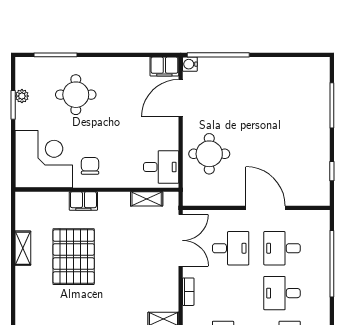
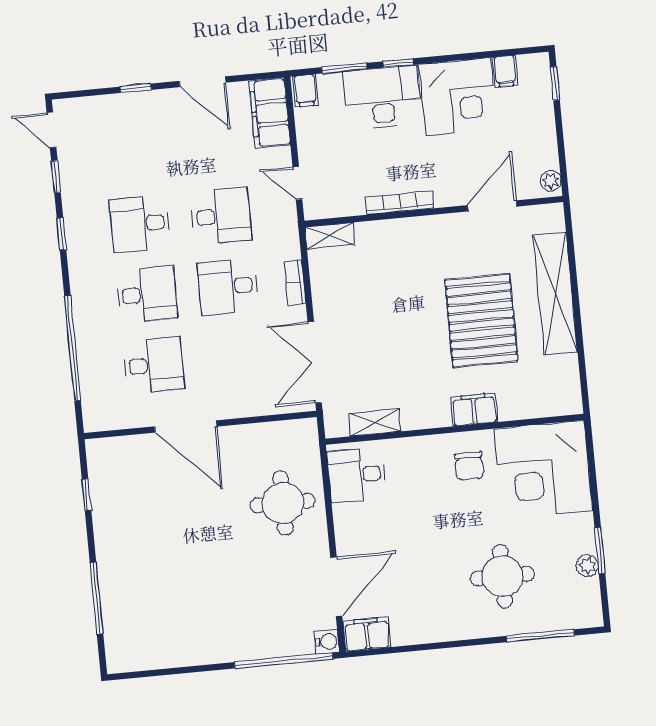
shelving: (23, 248) -> (555, 294), width x2.20, depth x1.33
desk: (231, 248) -> (228, 287), moved

